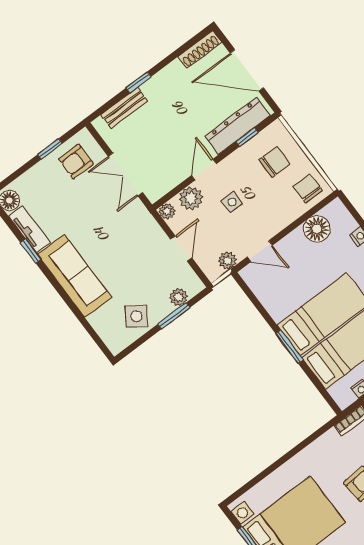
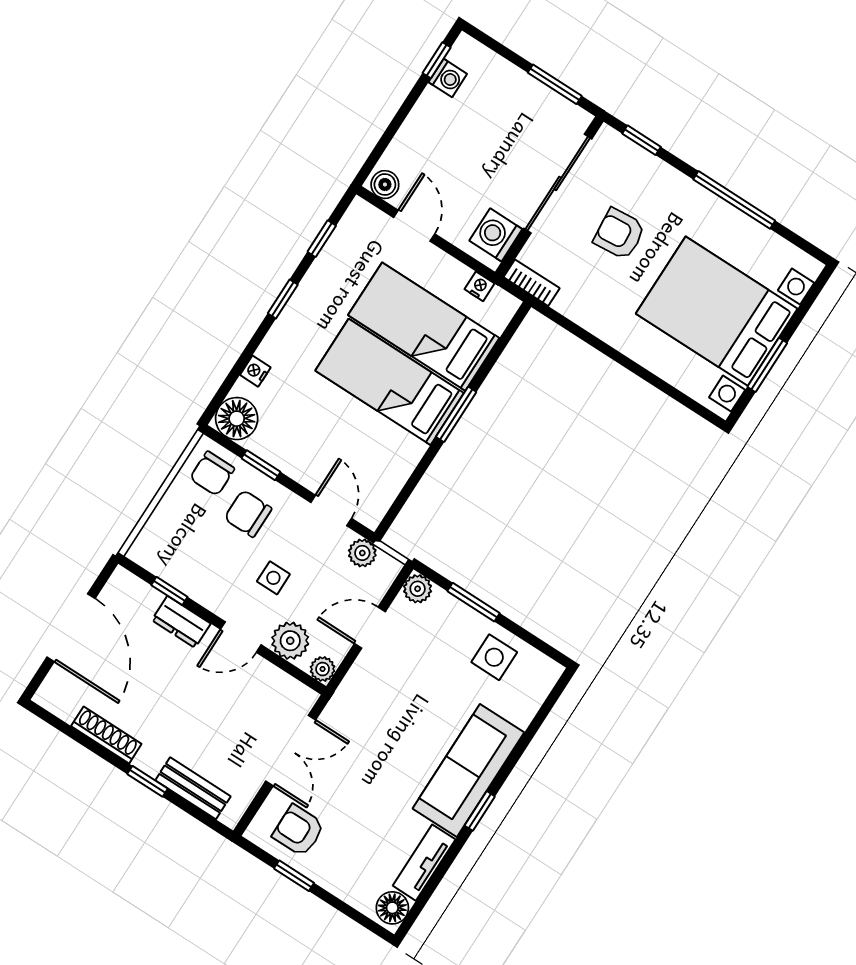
shoe rack: (200, 49) -> (106, 735), moved
dresser: (237, 126) -> (181, 622), width x0.51, depth x0.80
armchair: (76, 161) -> (298, 831), turned 180
chair: (275, 162) -> (248, 514), moved
window: (302, 219) -> (261, 465), added
floor lamp: (317, 229) -> (237, 419), moved
window: (31, 251) -> (480, 811), moved
plant: (179, 297) -> (418, 589), moved
side table: (136, 316) -> (494, 657), turned -34

